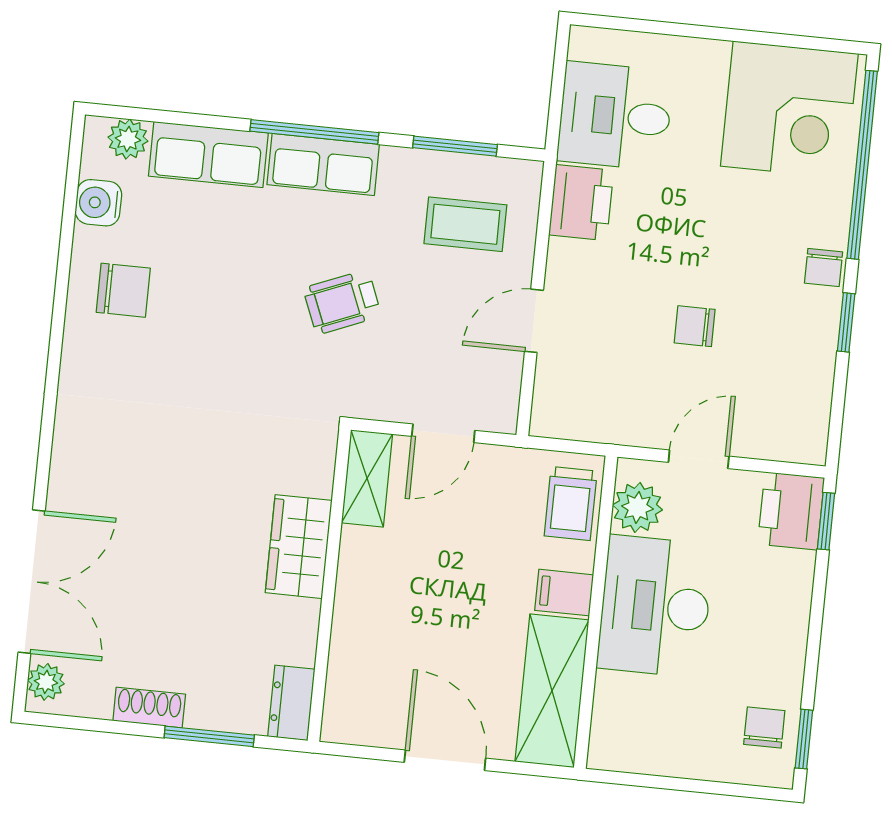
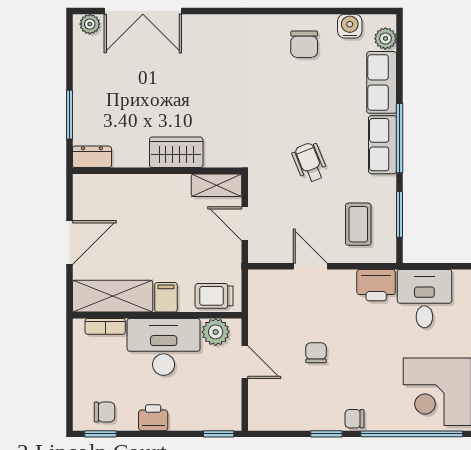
printer: (791, 511) -> (153, 418), moved, width x0.73, depth x0.81
shoe rack: (149, 707) -> (82, 81), removed
bookcase: (606, 710) -> (105, 326), added

